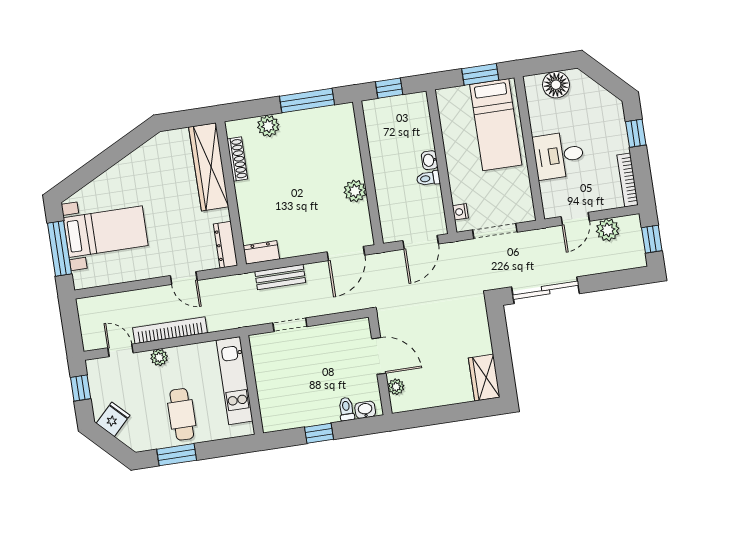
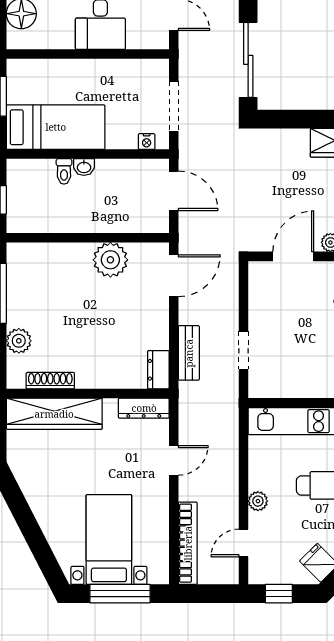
bed: (496, 125) -> (56, 127), moved
toilet: (428, 178) -> (64, 171), moved
plant: (355, 191) -> (110, 260), width x1.36, depth x1.36
door: (346, 254) -> (174, 276), hinge flipped
bookcase: (170, 330) -> (188, 543), moved, turned 180

